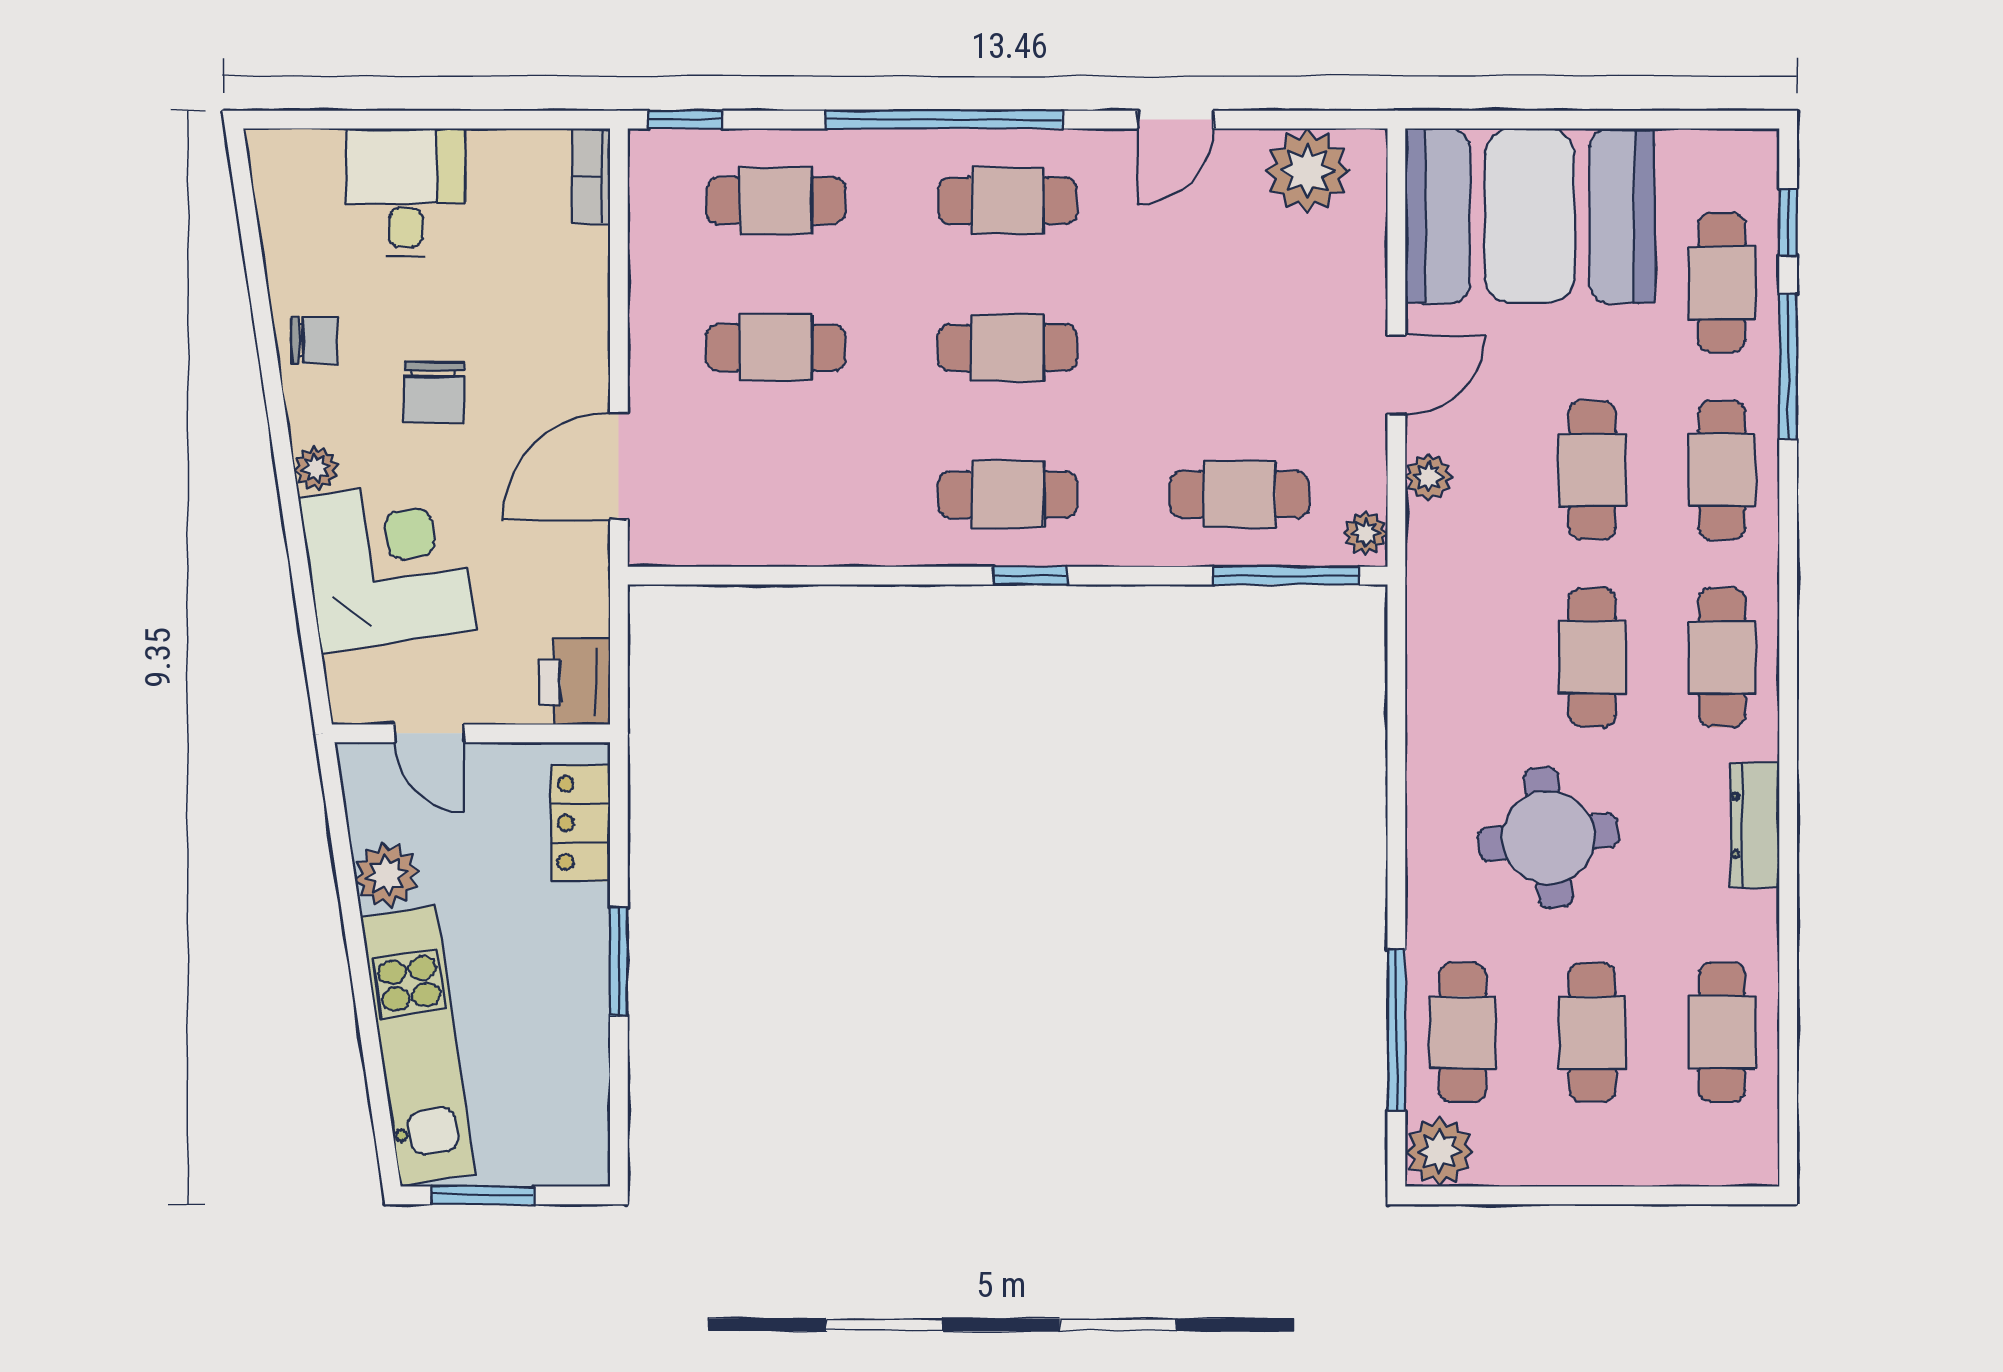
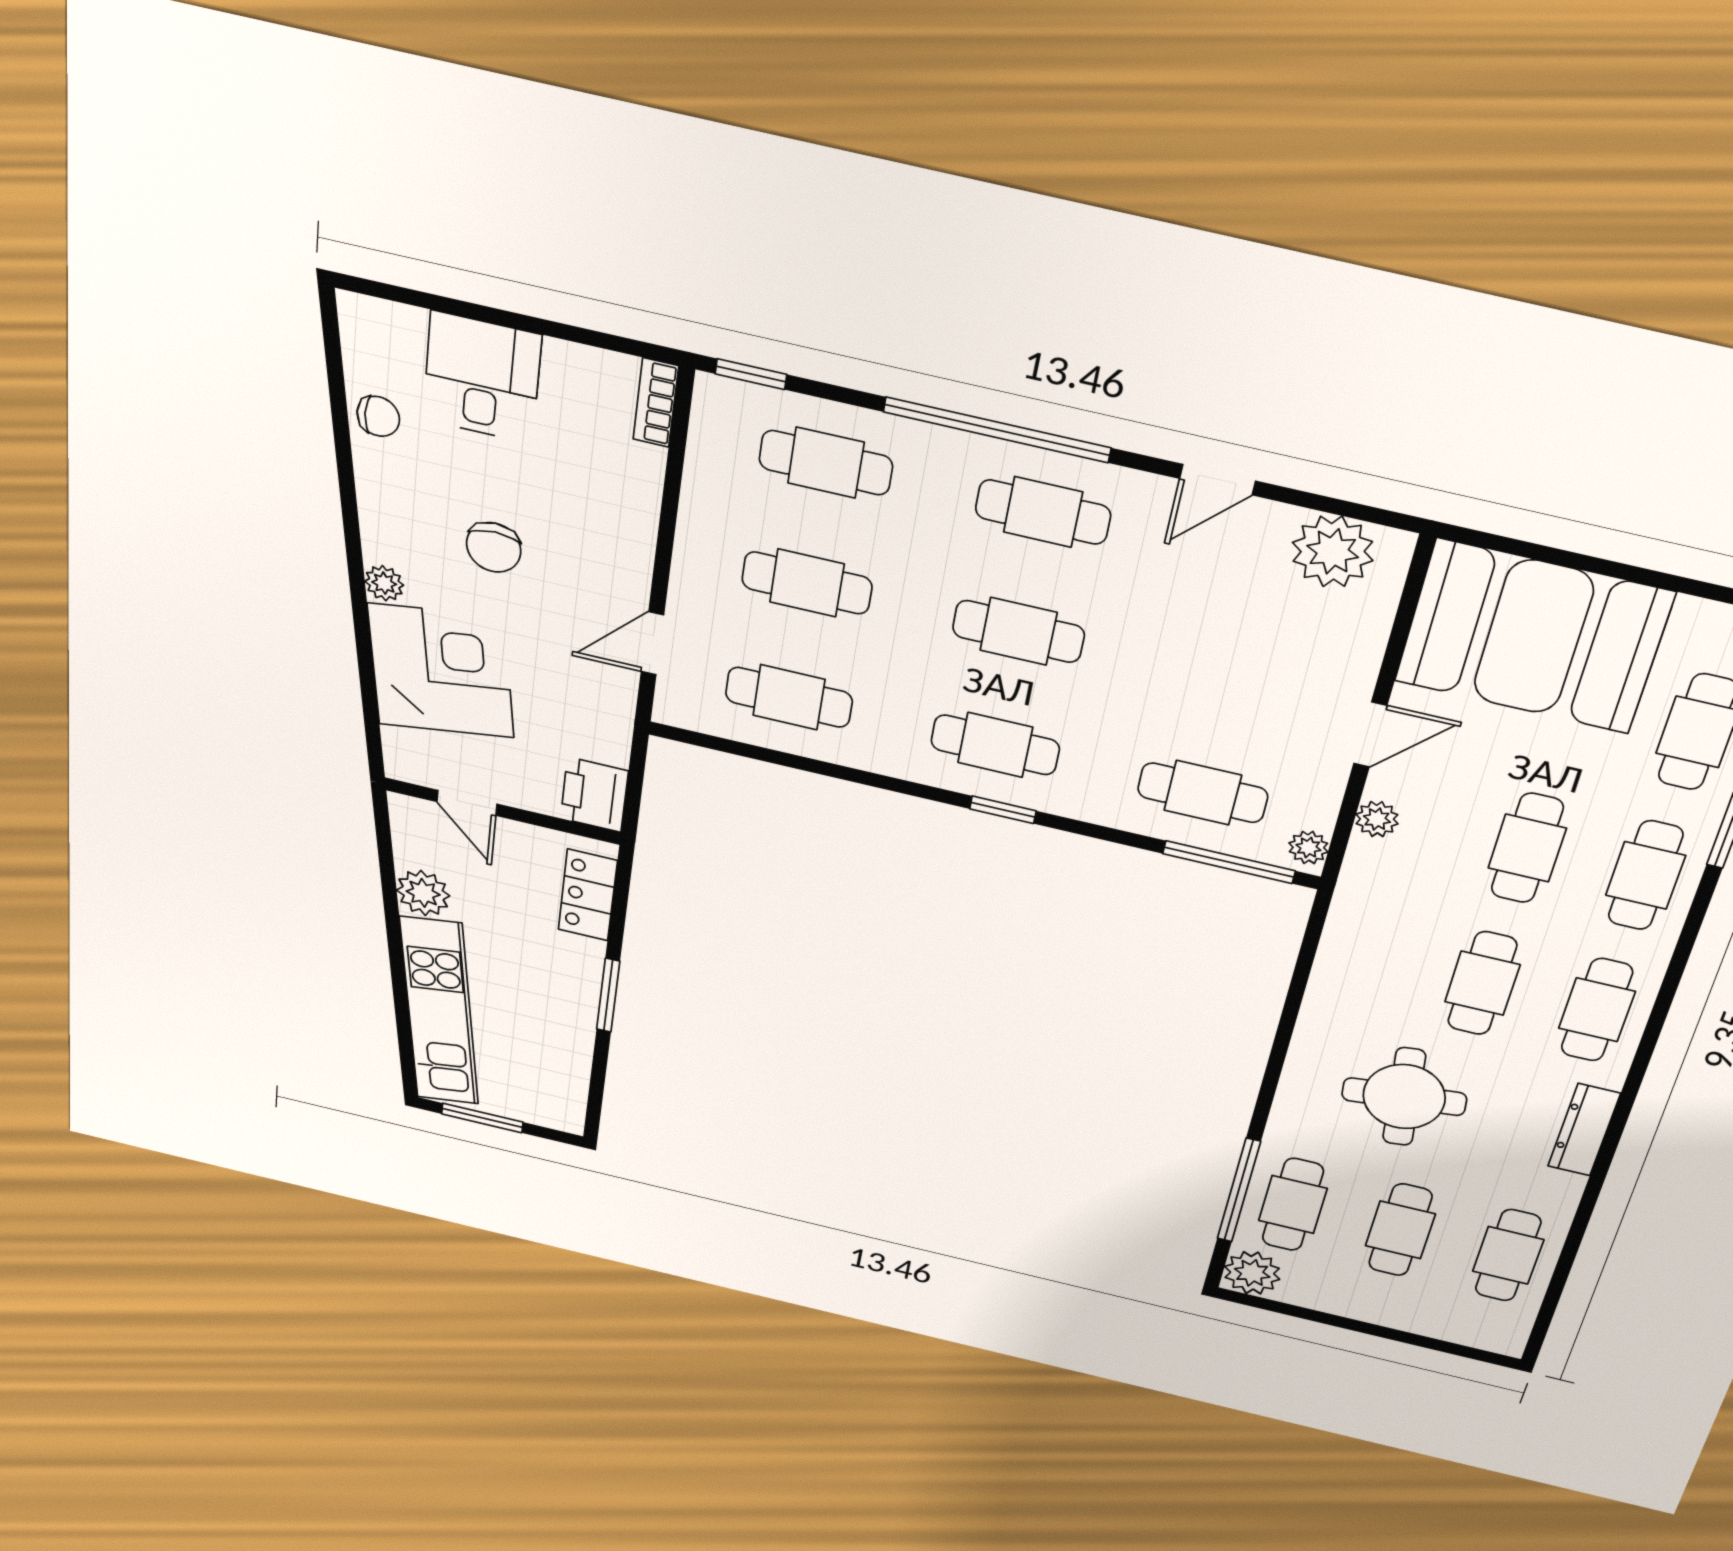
chair: (315, 341) -> (378, 416), moved
door: (619, 466) -> (652, 643), width x0.73
cafe table: (776, 494) -> (789, 697), added

